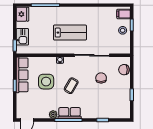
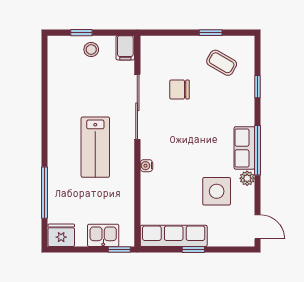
filing cabinet: (124, 14) -> (125, 48), moved
lab bench: (70, 33) -> (95, 147), turned 180
chair: (124, 70) -> (164, 47), removed
side table: (46, 82) -> (217, 191), moved
coffee table: (71, 86) -> (222, 63), moved

